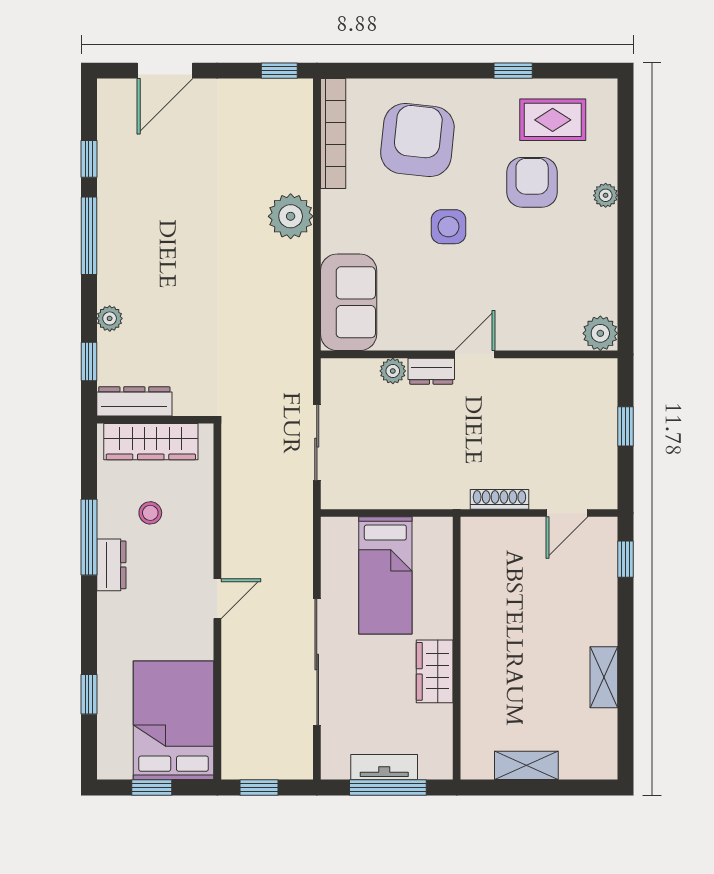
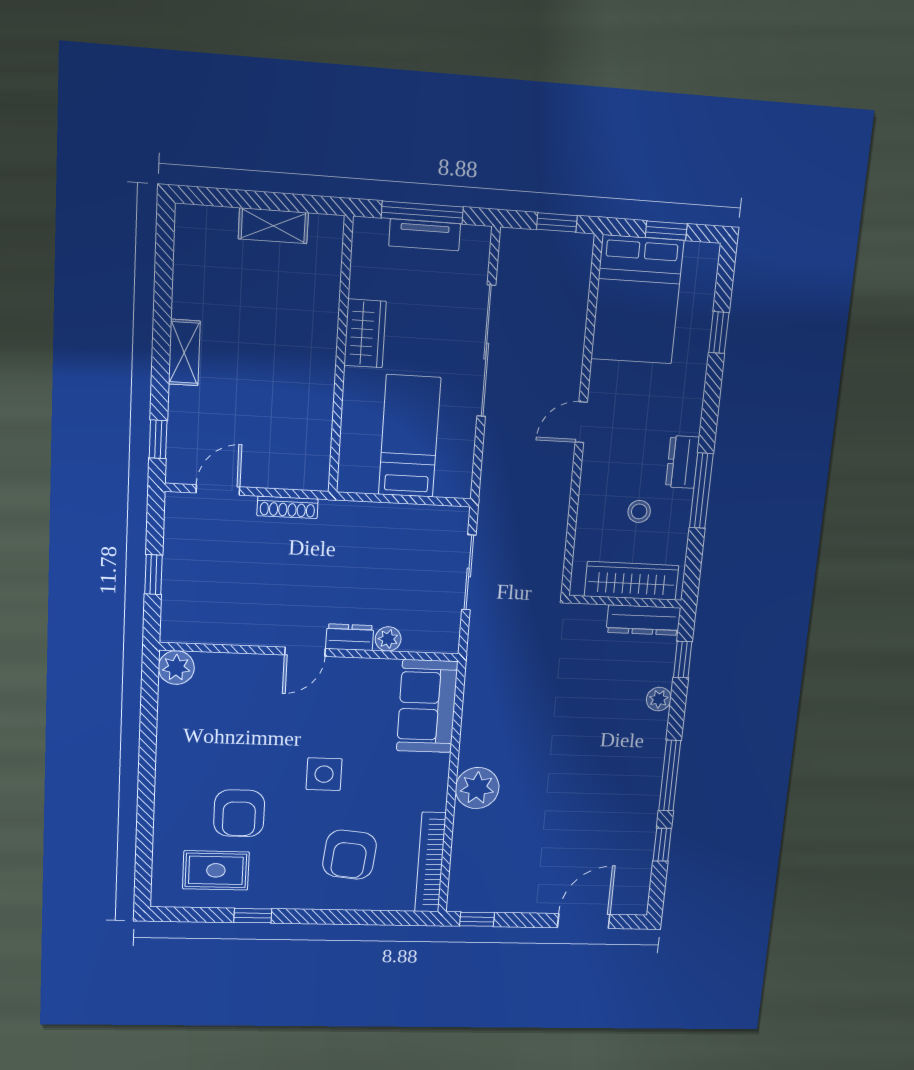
armchair: (417, 140) -> (350, 855), width x0.73, depth x0.73
plant: (606, 195) -> (166, 799), removed
shelving: (604, 677) -> (184, 353), moved

